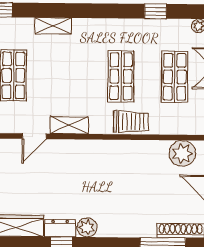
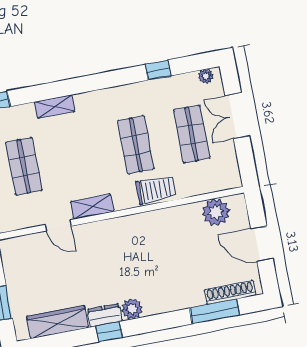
door: (34, 136) -> (58, 225), hinge flipped

